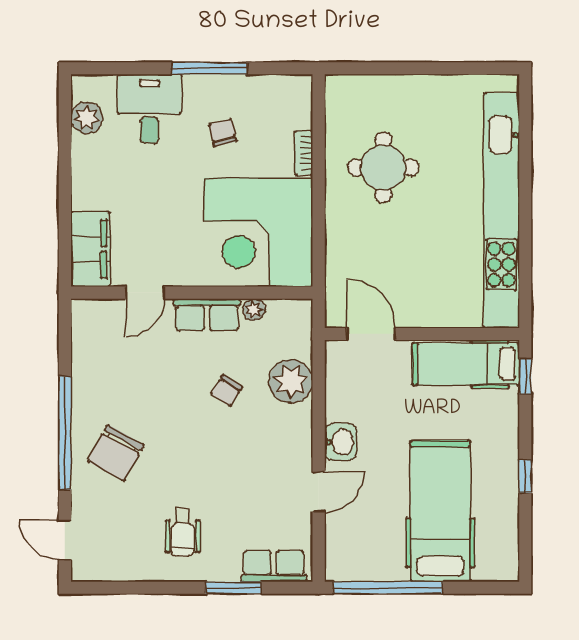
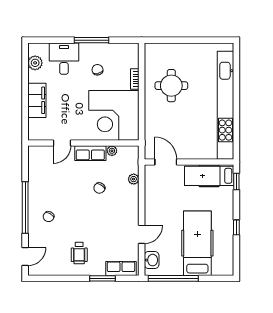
filing cabinet: (90, 249) -> (37, 100), moved
plant: (291, 381) -> (134, 179), width x0.53, depth x0.53
washbasin: (340, 442) -> (152, 260), moved
chair: (116, 453) -> (49, 217), width x0.54, depth x0.54
door: (65, 540) -> (25, 256), swing flipped

